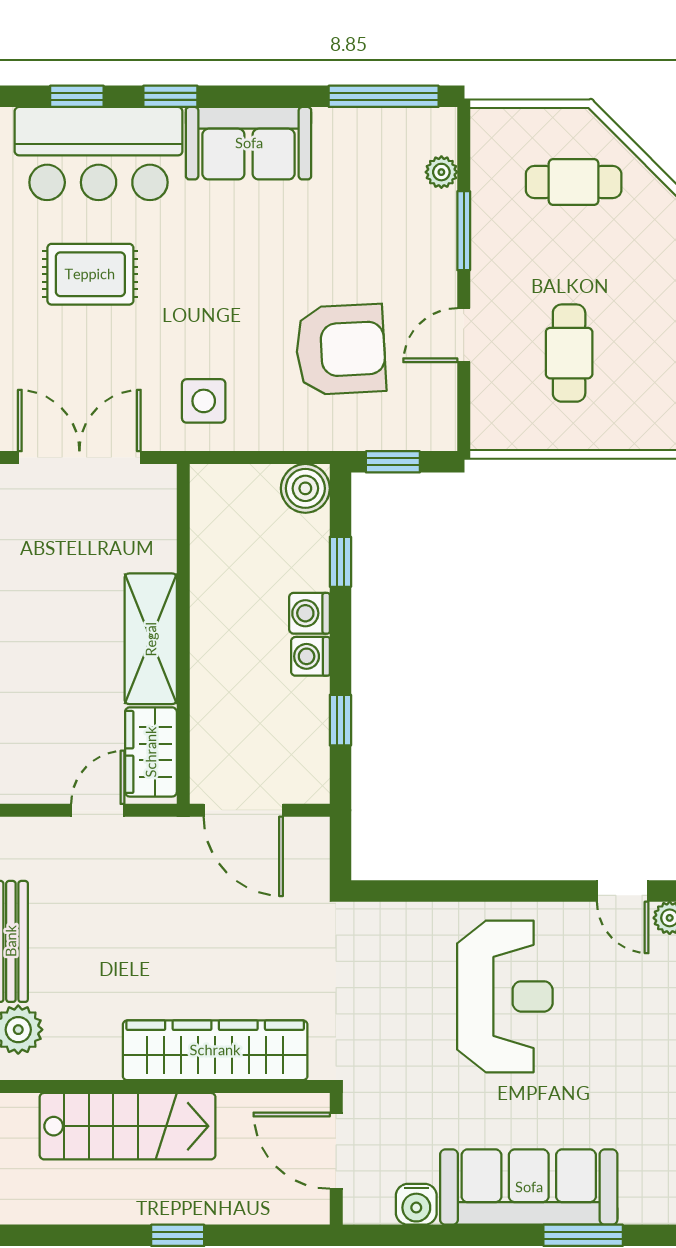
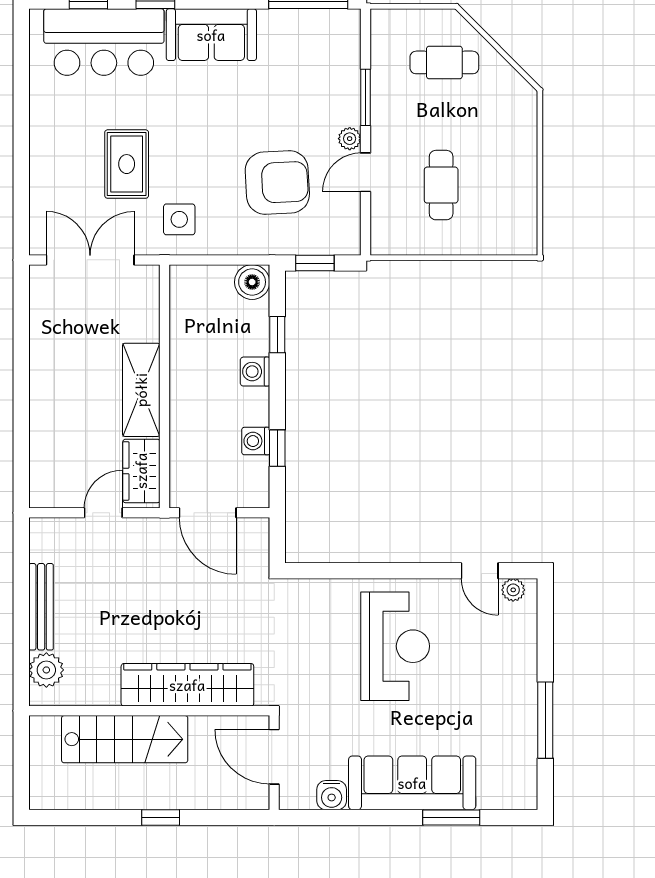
plant: (441, 172) -> (350, 139), moved
rug: (90, 274) -> (127, 164), moved, turned 90
washing machine: (310, 656) -> (256, 441), moved

